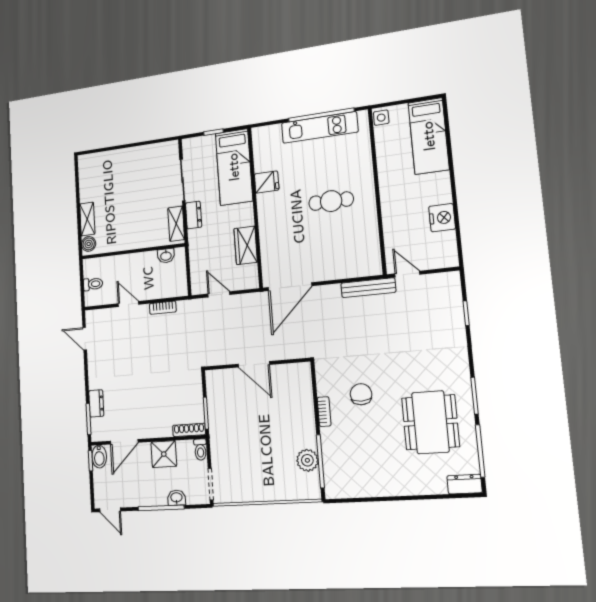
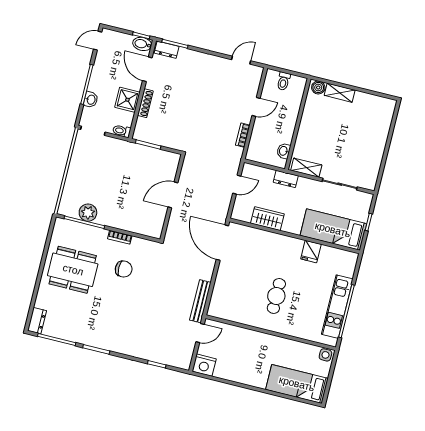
dresser: (194, 215) -> (286, 179), moved
nightstand: (442, 218) -> (204, 365), moved
dresser: (96, 403) -> (167, 50), moved
dining table: (430, 422) -> (73, 270), moved
shoe rack: (189, 430) -> (145, 103), moved

